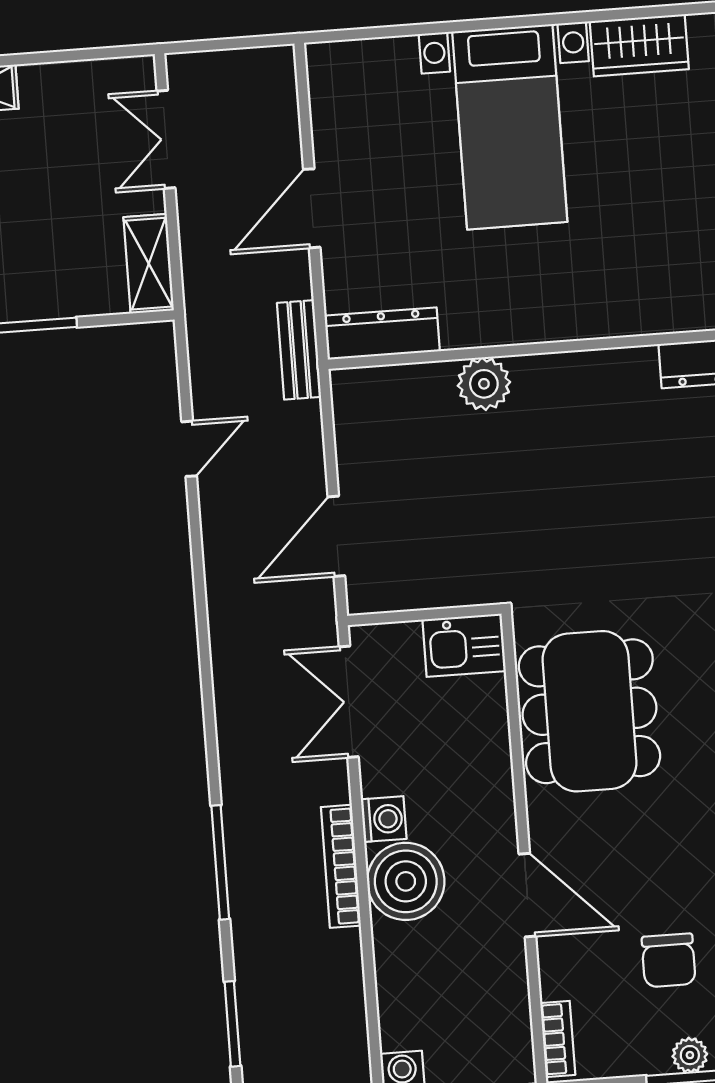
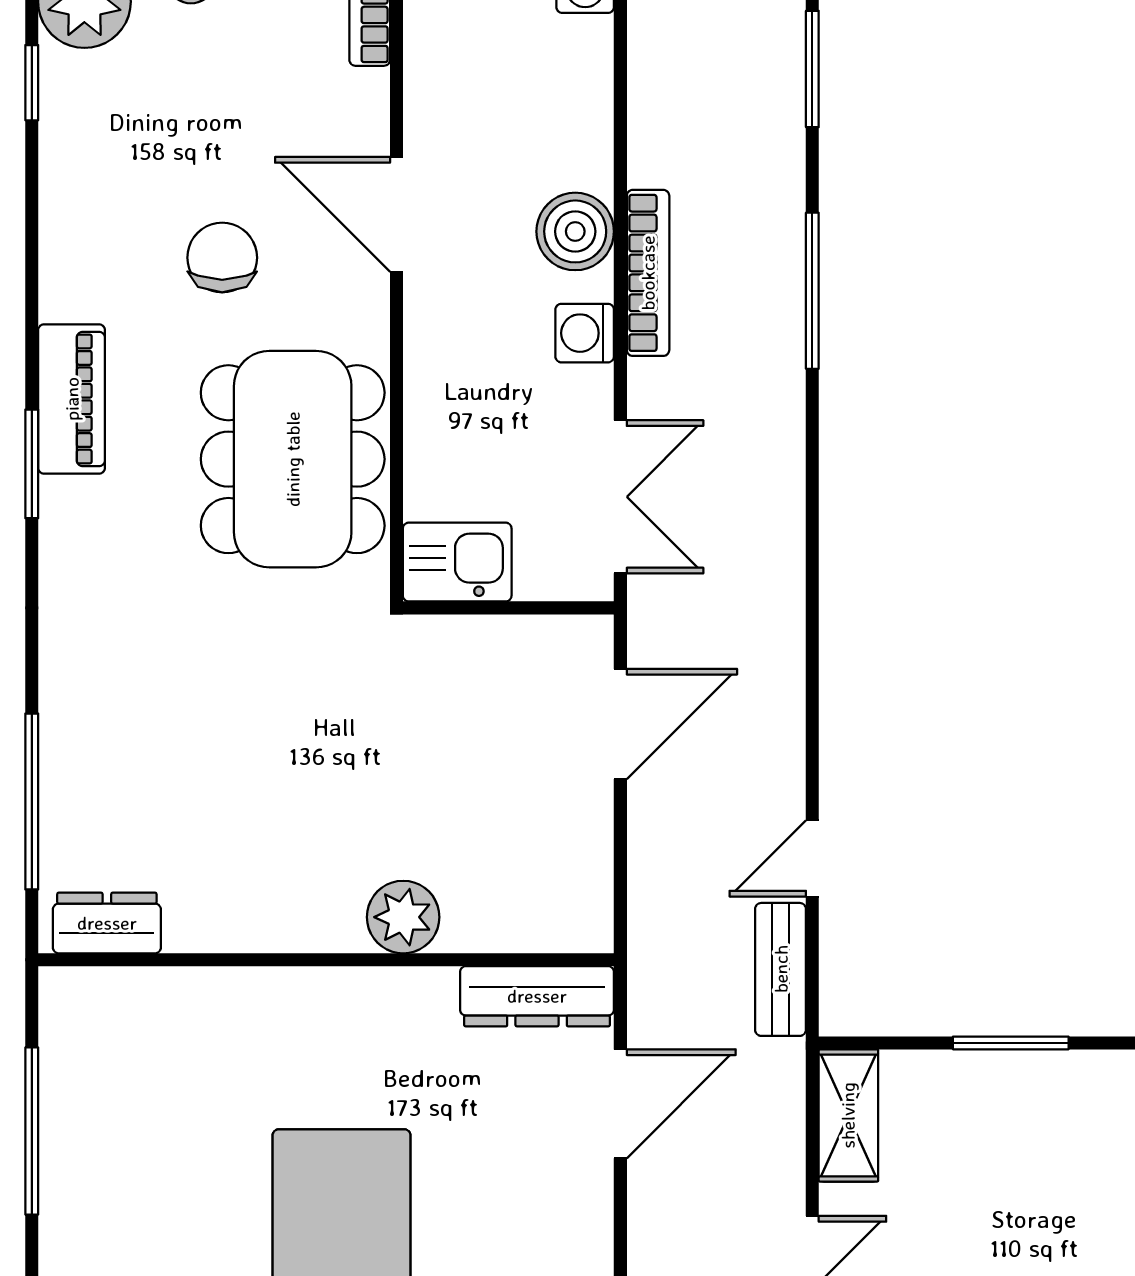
door: (312, 208) -> (620, 1104), moved
bench: (299, 350) -> (781, 969), moved
boiler: (406, 881) -> (575, 231), width x0.73, depth x0.73
chair: (669, 960) -> (222, 258), moved

